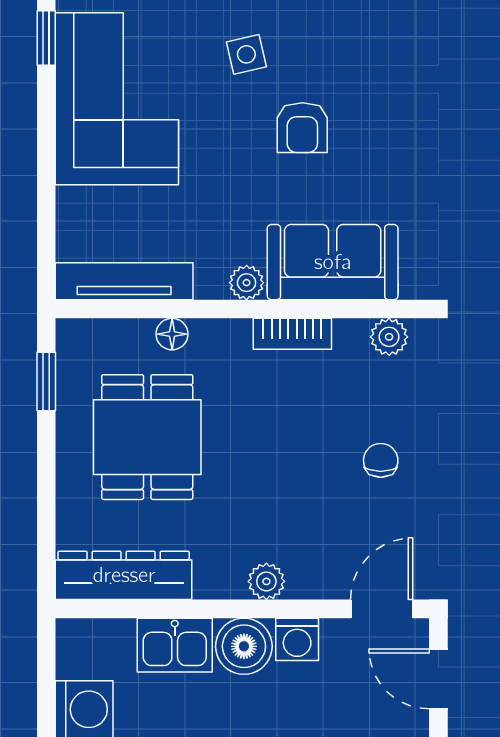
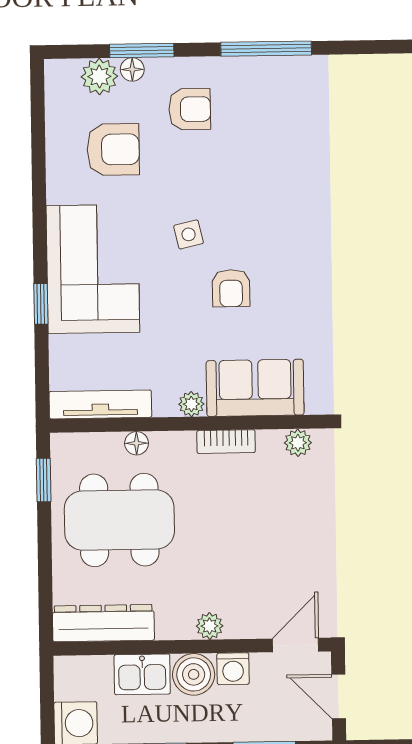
window: (46, 38) -> (41, 304), moved
dining table: (147, 437) -> (119, 520), width x1.38
chair: (381, 460) -> (293, 535), removed

